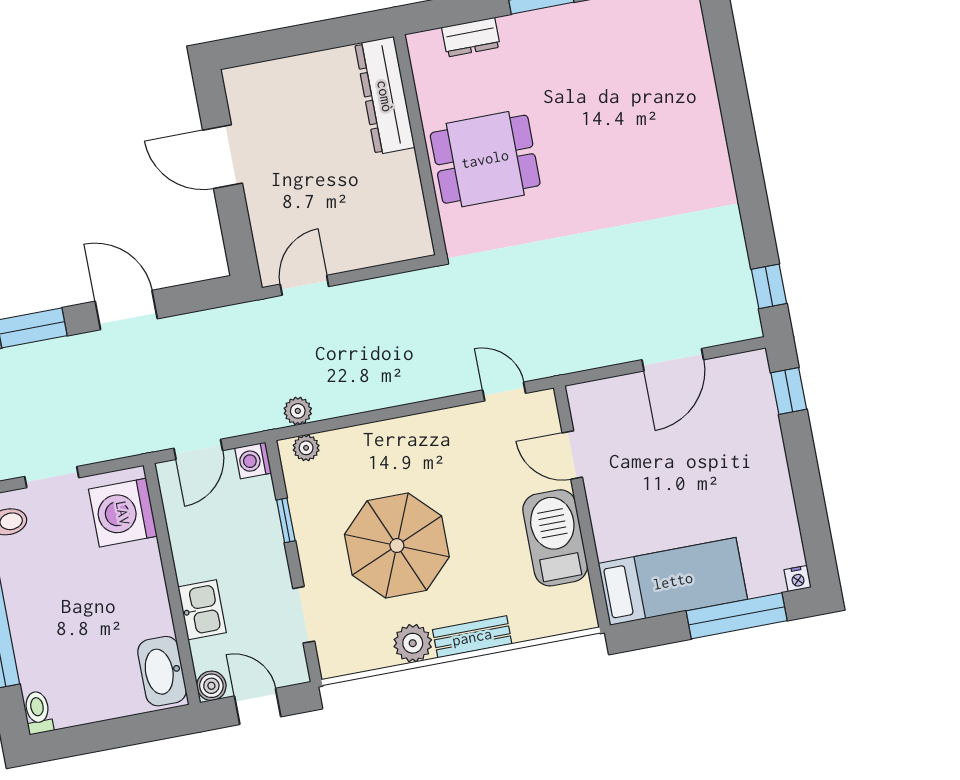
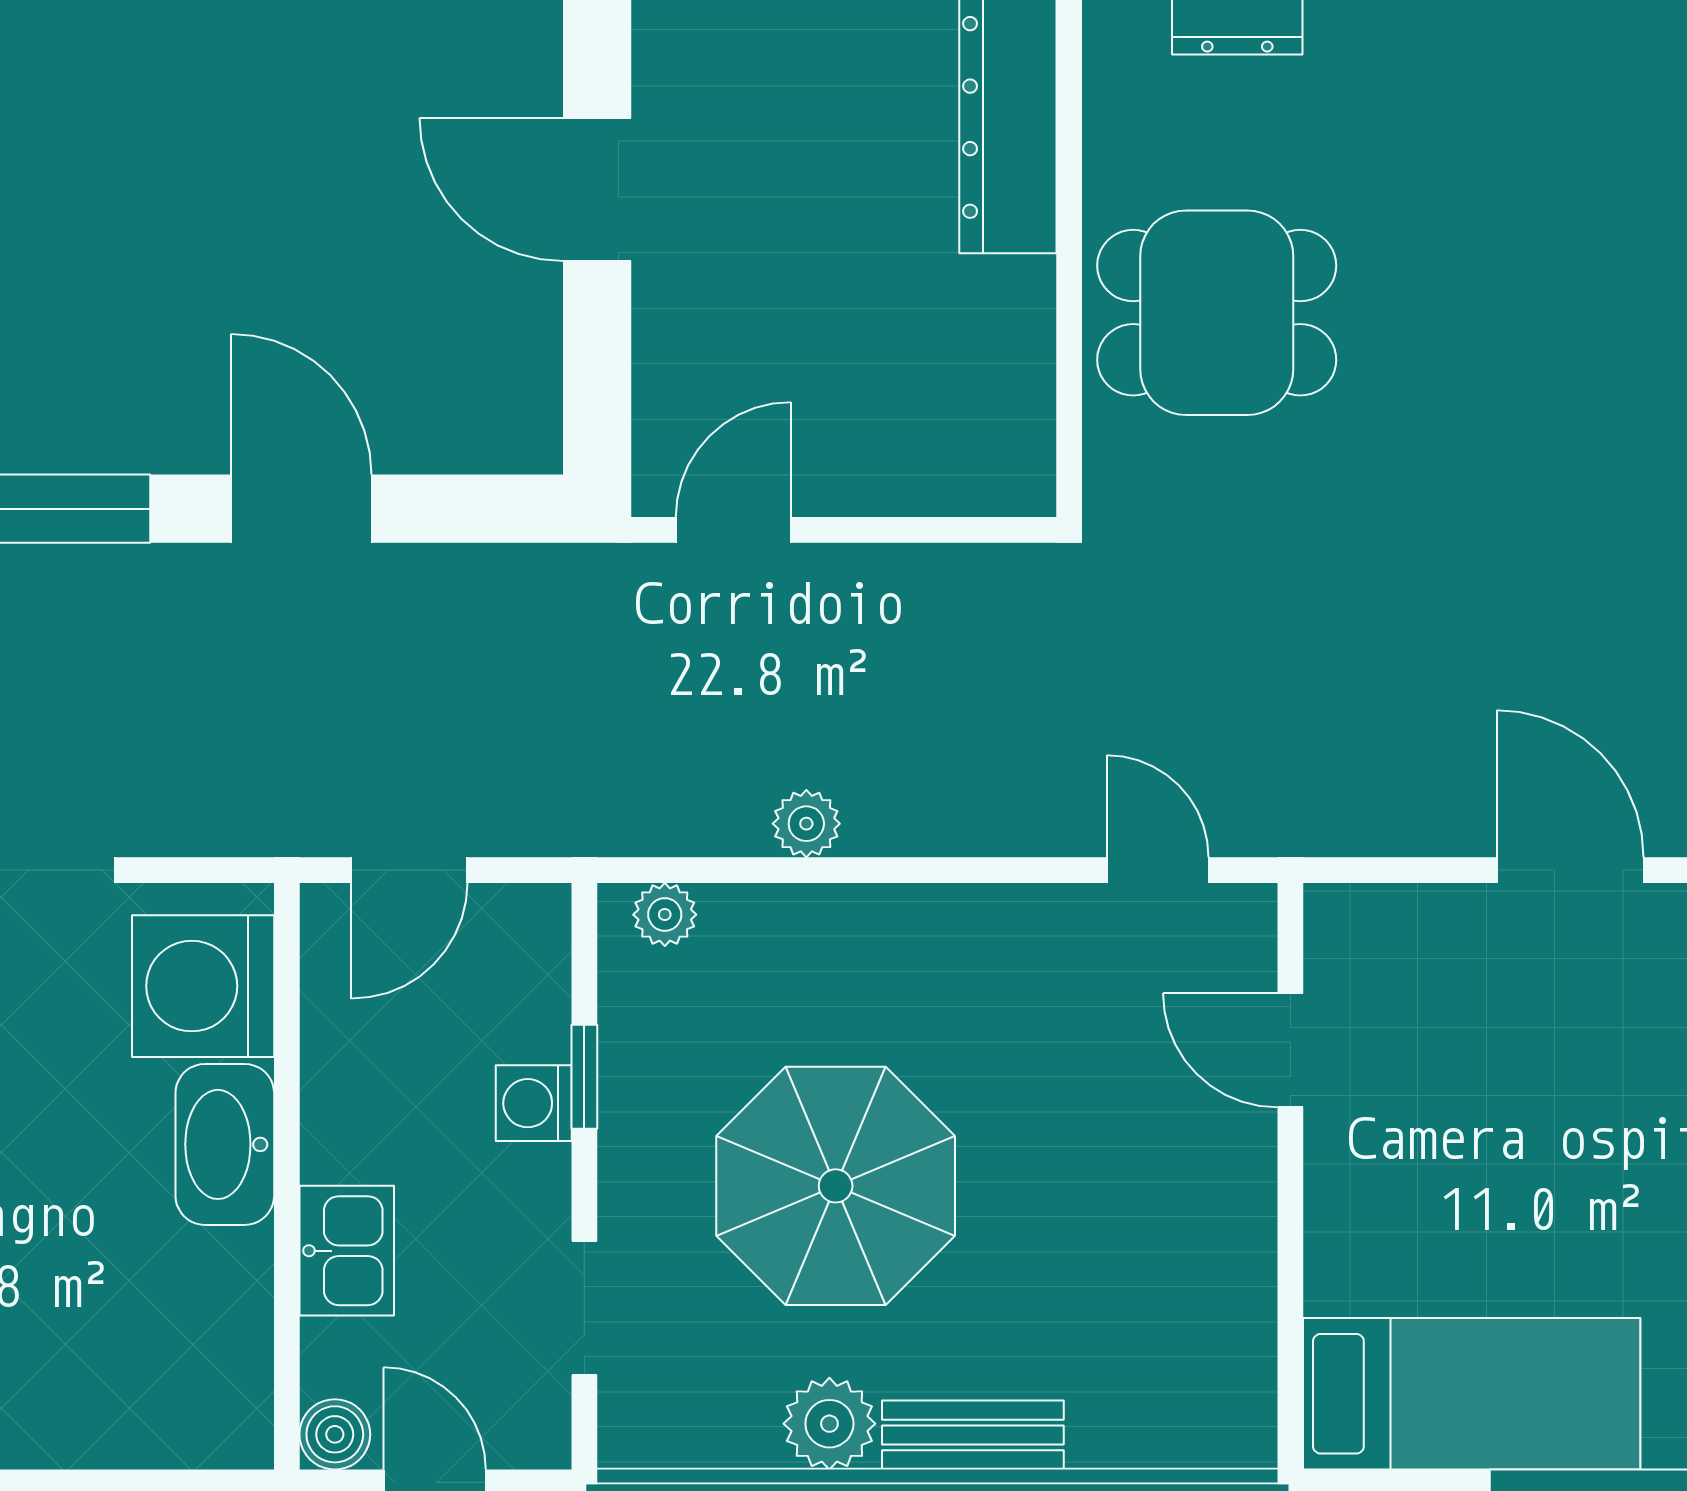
door: (673, 360) -> (1570, 870), swing flipped
plant: (298, 411) -> (806, 824), moved
washing machine: (253, 460) -> (534, 1103), moved
barbecue: (555, 538) -> (1213, 1238), removed
washbasin: (162, 671) -> (225, 1144), moved

